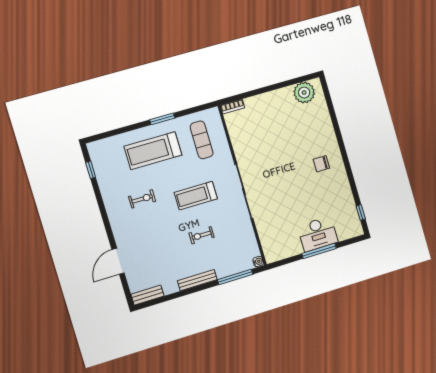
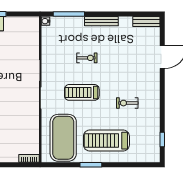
exercise mat: (202, 140) -> (63, 138), width x2.00, depth x1.45
treadmill: (153, 151) -> (106, 141), turned 180
treadmill: (196, 196) -> (82, 92), turned 180

